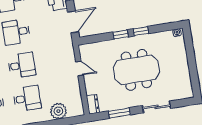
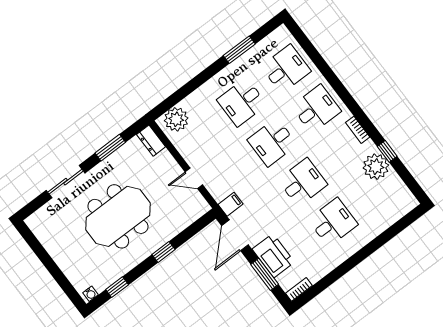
window: (141, 31) -> (117, 287), moved
filing cabinet: (66, 42) -> (230, 204), added
plant: (58, 111) -> (176, 119), moved

